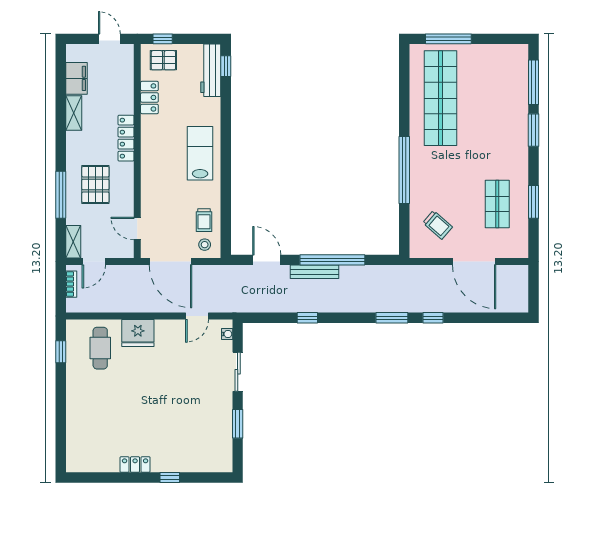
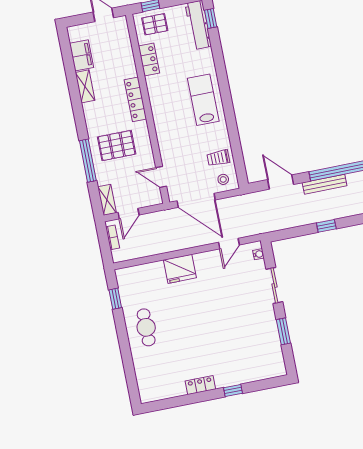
pallet: (95, 185) -> (117, 146), turned 90
trolley: (204, 220) -> (218, 158), turned 90
cafe table: (100, 348) -> (146, 327), moved

